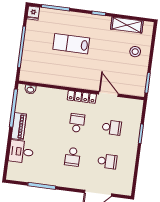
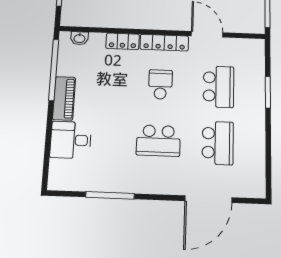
locker: (56, 94) -> (123, 41), added
school desk: (112, 128) -> (218, 87), width x1.85
school desk: (72, 157) -> (158, 141), width x1.85
school desk: (107, 161) -> (218, 143), width x1.85

